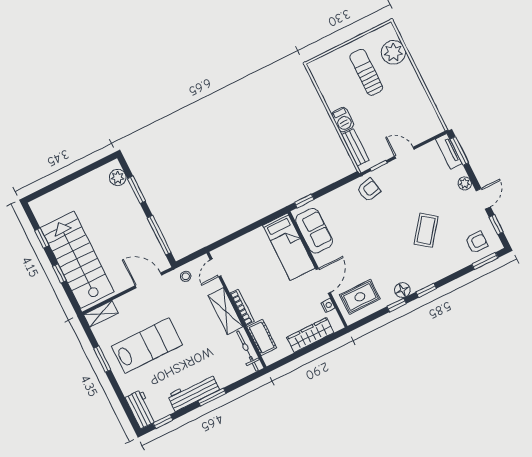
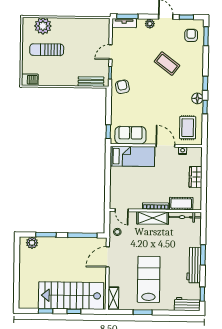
barbecue: (343, 120) -> (30, 80), moved
wardrobe: (310, 335) -> (196, 177), width x0.67

